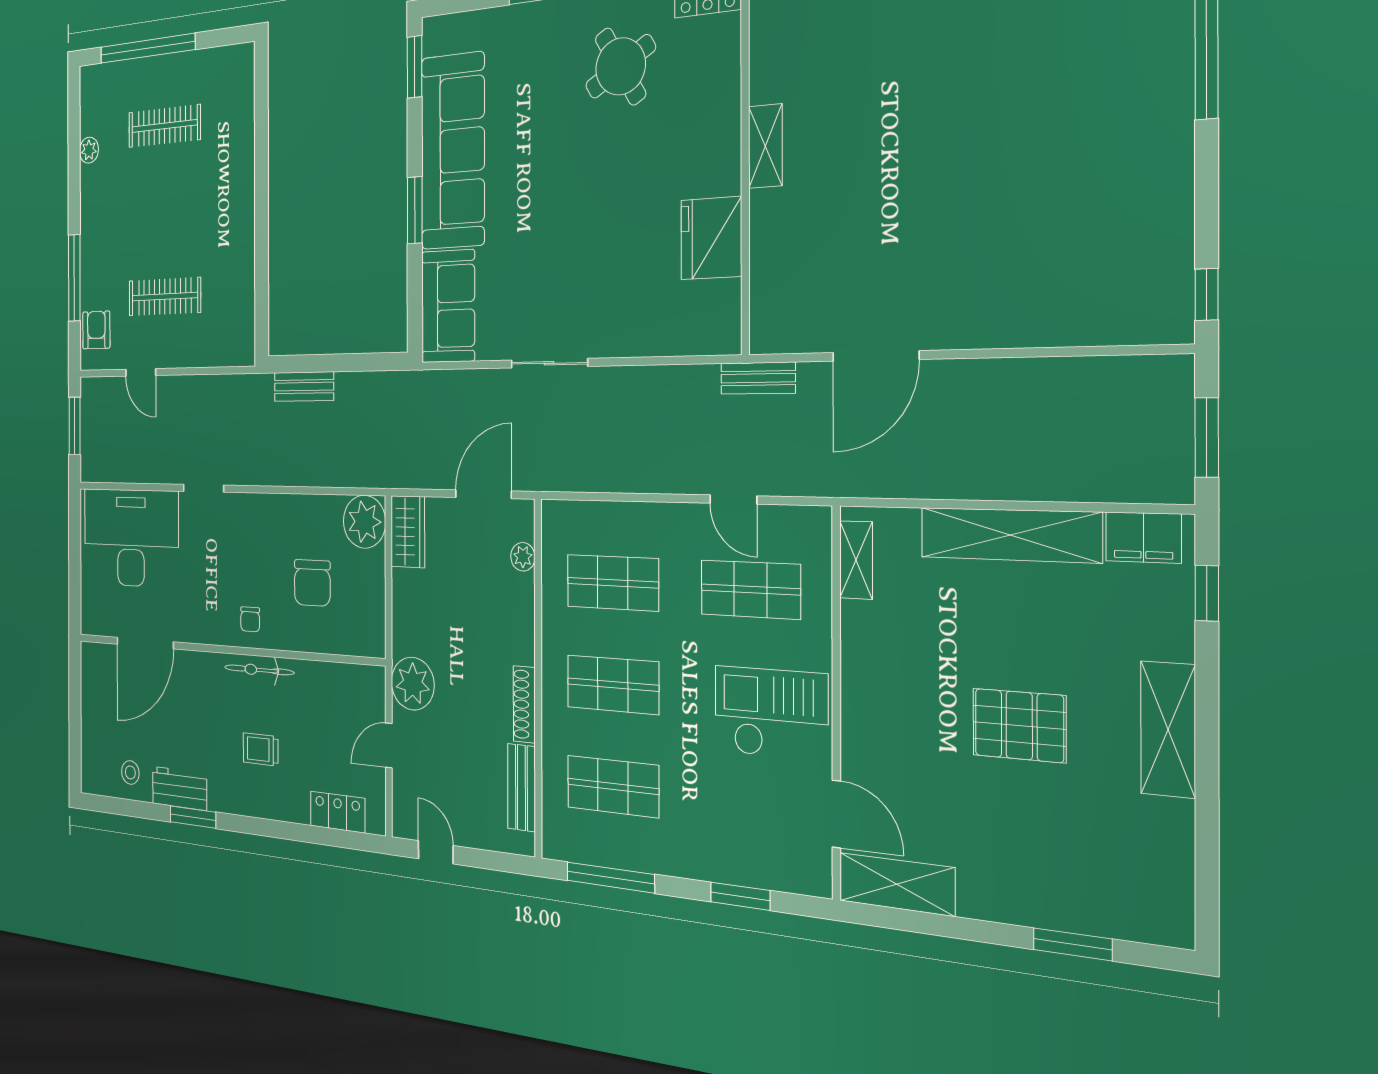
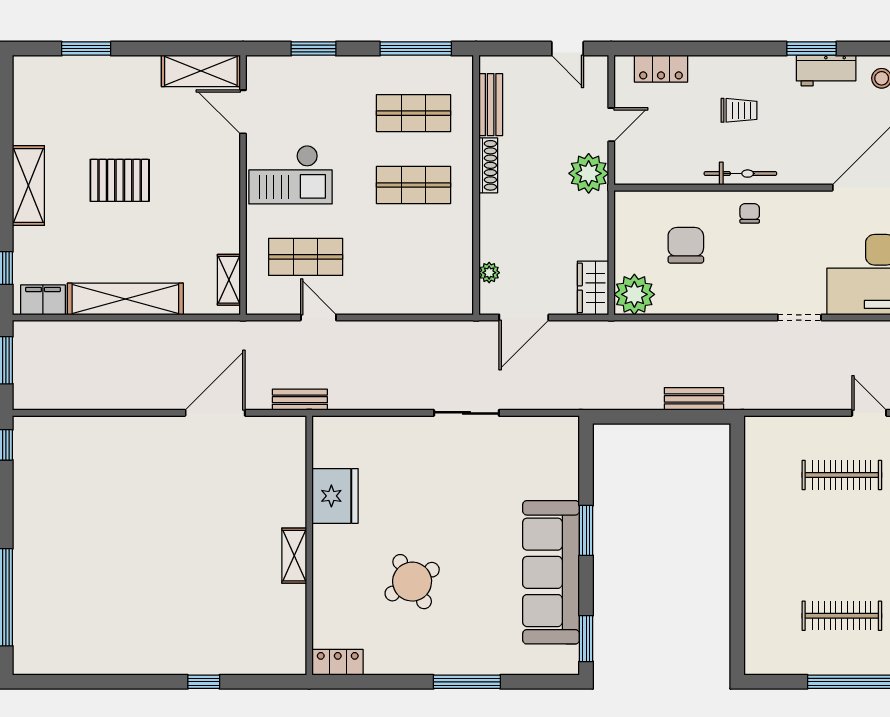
round table: (621, 66) -> (412, 582), moved
sofa: (448, 306) -> (555, 457), removed
shop shelf: (613, 583) -> (414, 257), removed

